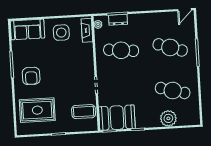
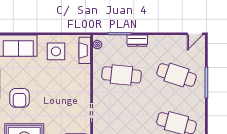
dresser: (118, 20) -> (137, 41), moved

